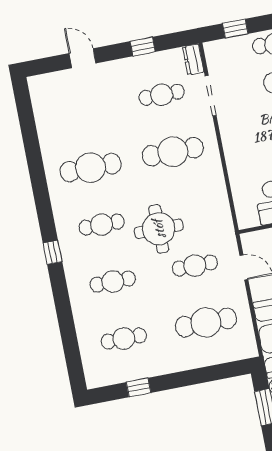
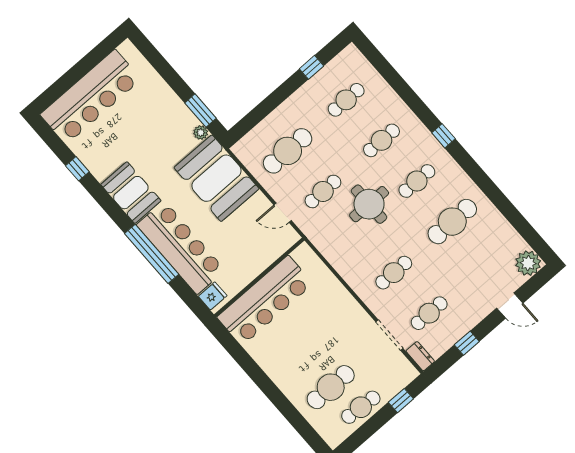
plant: (42, 88) -> (528, 263), added
cafe table: (173, 152) -> (394, 273), width x0.73, depth x0.74

